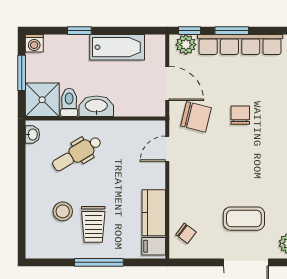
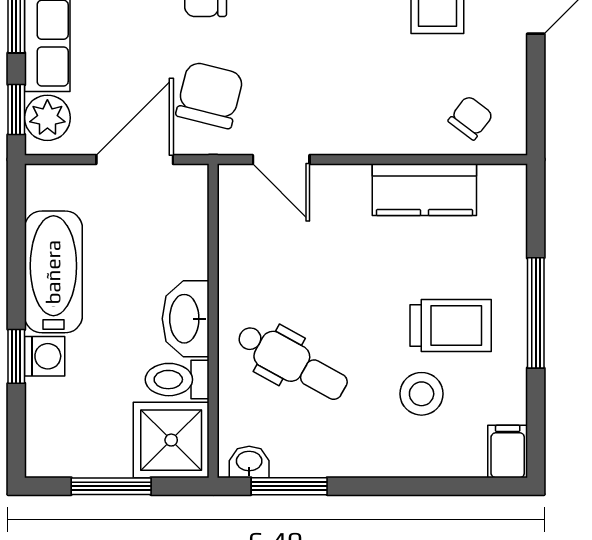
washing machine: (34, 43) -> (45, 356), moved
window: (22, 152) -> (289, 486), added
dental chair: (77, 154) -> (292, 362), turned -30
filing cabinet: (154, 246) -> (508, 452), moved, turned 180

